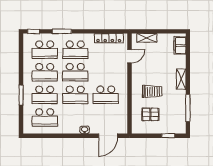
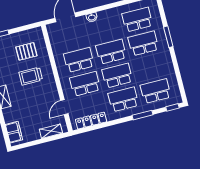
school desk: (45, 72) -> (85, 84), moved

